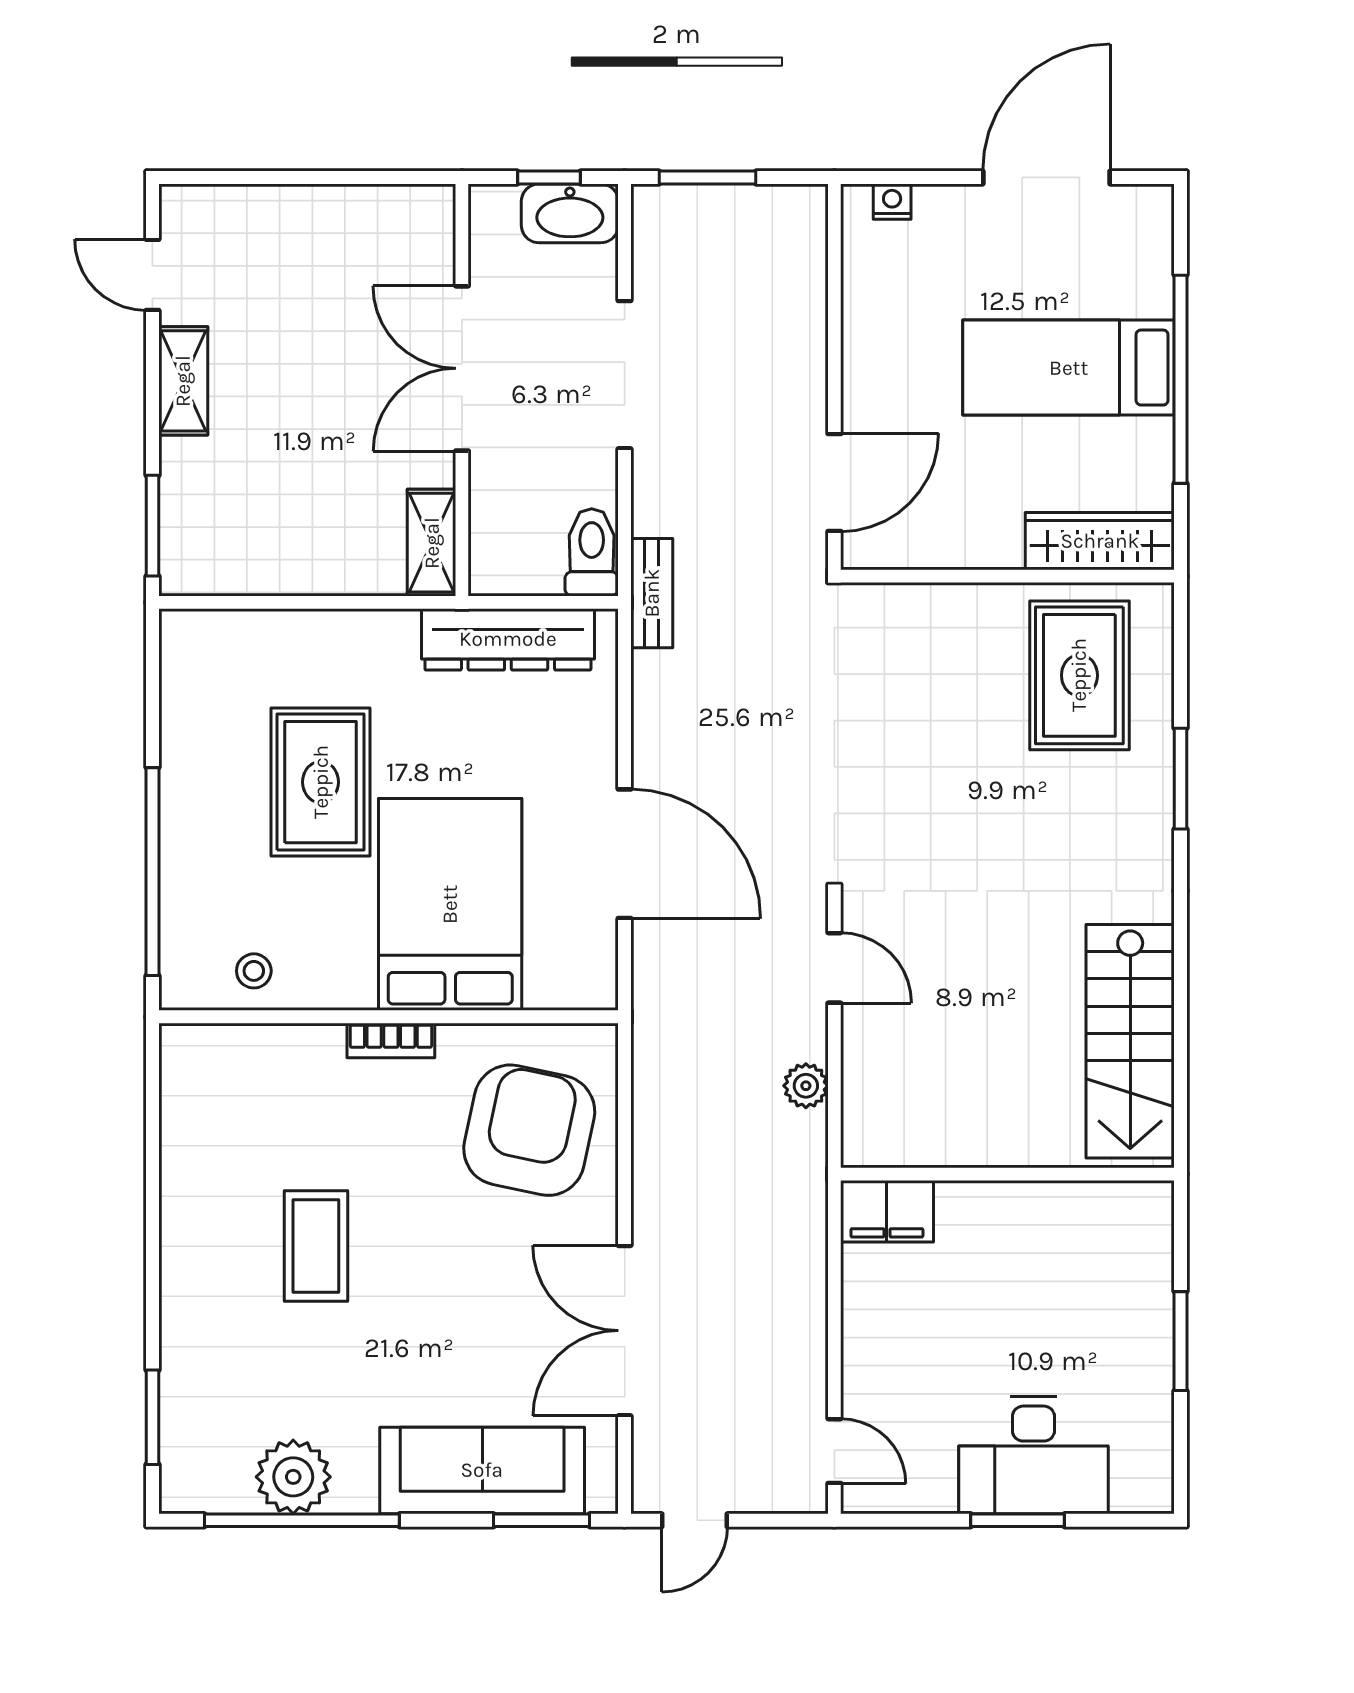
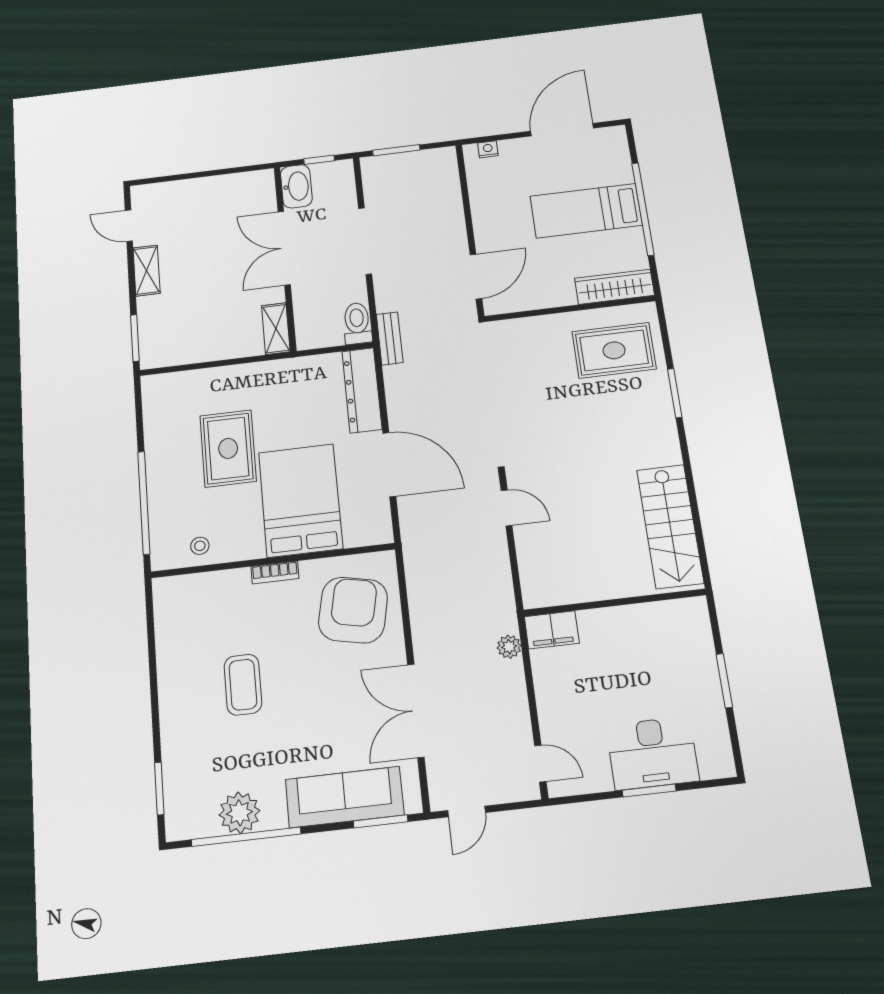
washbasin: (570, 213) -> (296, 186), moved, turned -90
dresser: (508, 639) -> (362, 390), moved, turned 90
rug: (1079, 675) -> (614, 350), turned 90
plant: (806, 1086) -> (509, 647), moved

